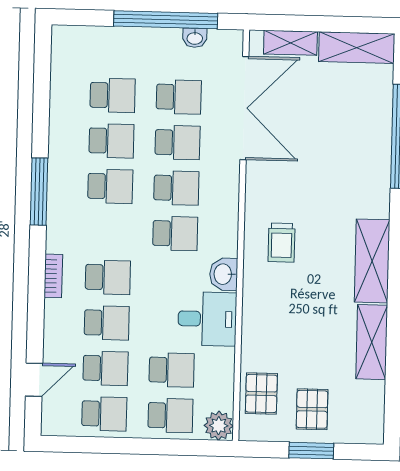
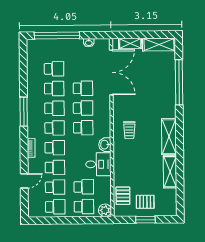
window: (166, 20) -> (57, 35), moved
school desk: (179, 97) -> (55, 128), moved
door: (34, 380) -> (24, 181), moved
pallet: (312, 409) -> (145, 202), turned 90

